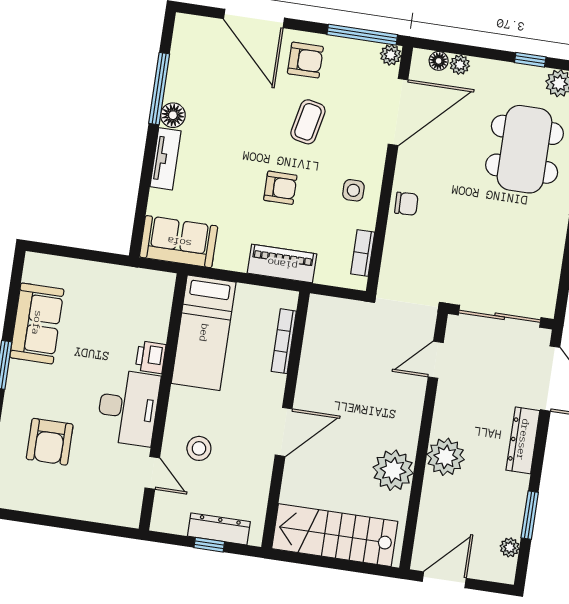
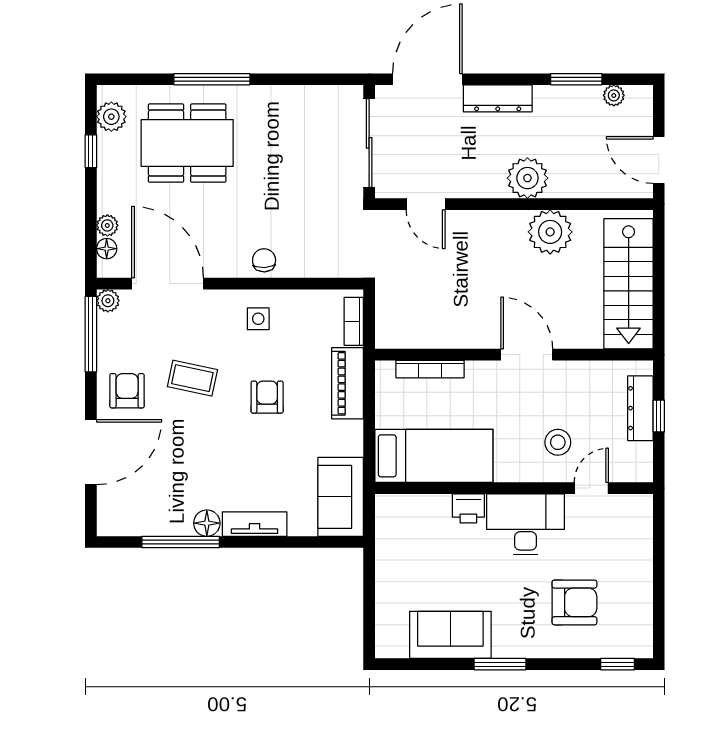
bookcase: (363, 253) -> (354, 321), moved, turned 90

